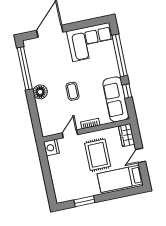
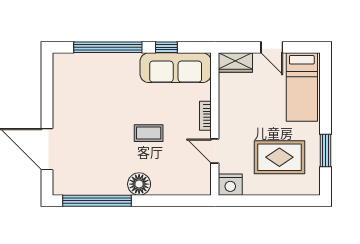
corner sofa: (91, 42) -> (77, 88), removed
rug: (98, 155) -> (279, 157), moved

